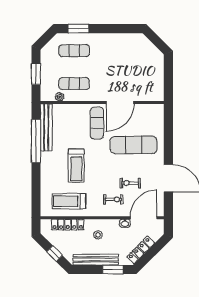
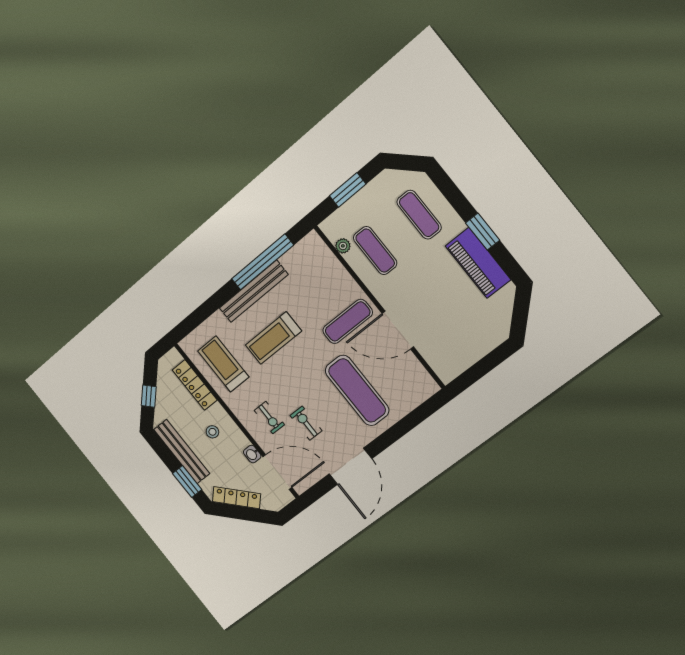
window: (78, 29) -> (483, 232), moved
piano: (118, 42) -> (478, 263), added
bench: (46, 127) -> (254, 291), moved

